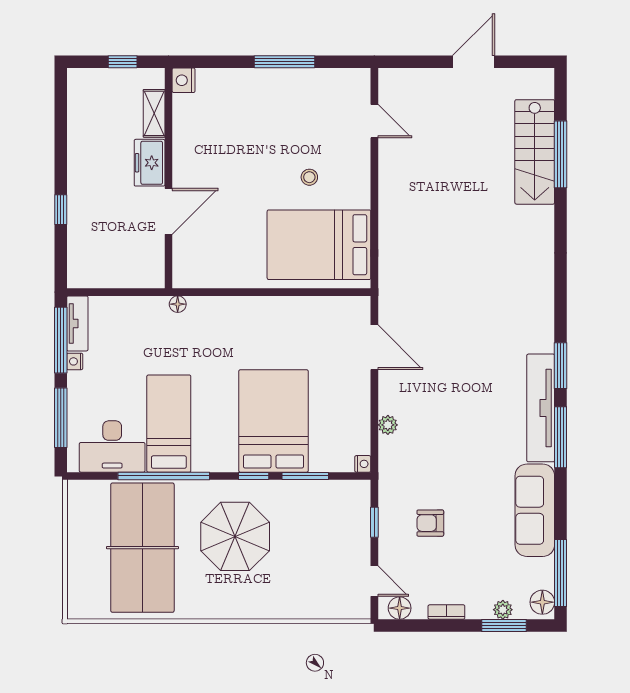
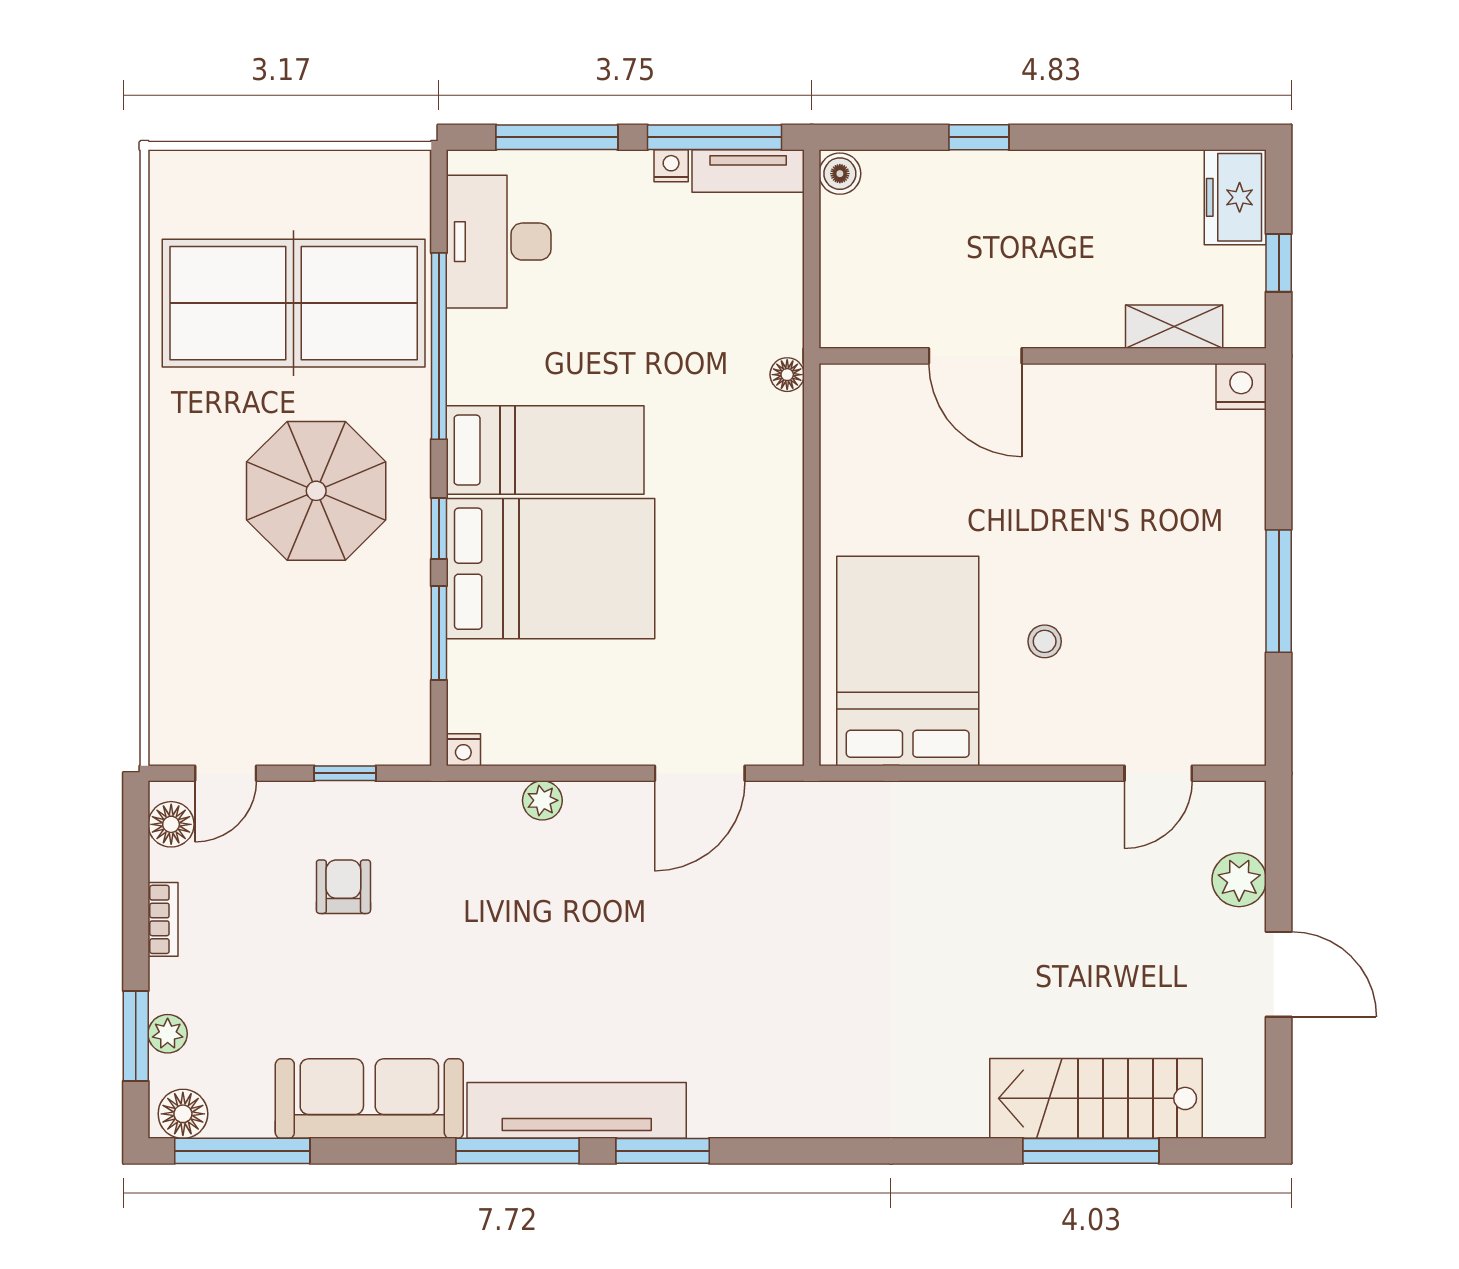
plant: (427, 81) -> (1239, 880), added
freezer: (150, 163) -> (1235, 197), moved, turned -90
boiler: (79, 278) -> (840, 174), added
bed: (169, 424) -> (545, 450), moved

